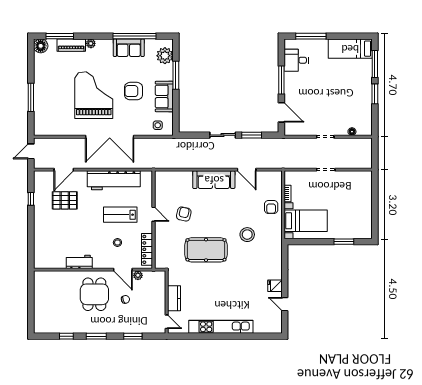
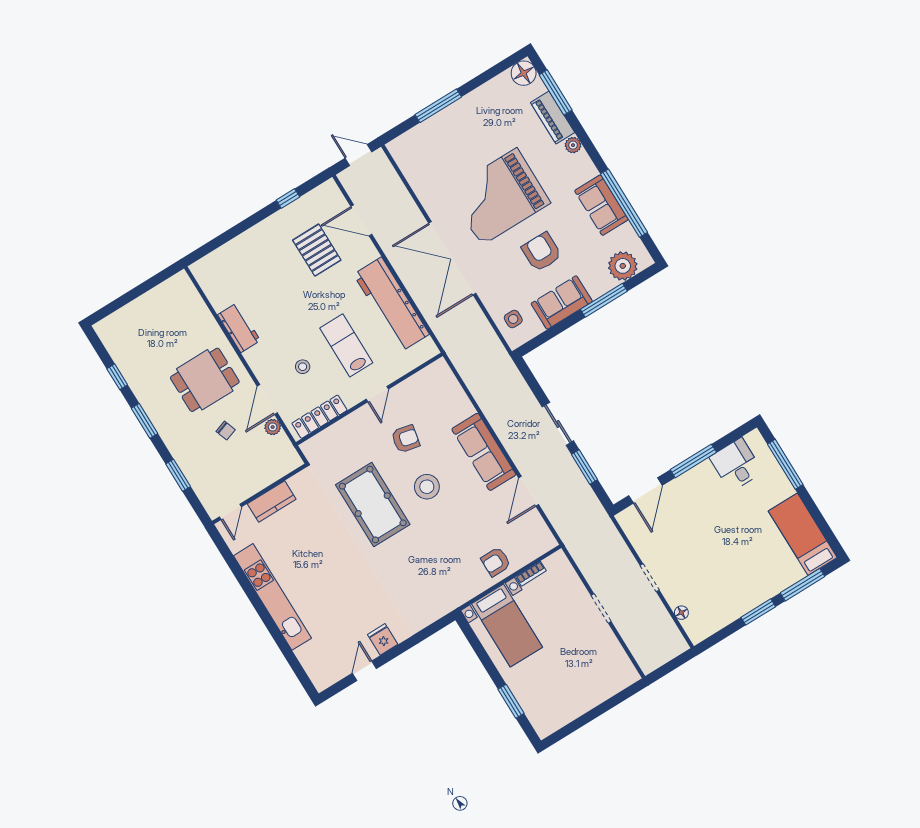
grand piano: (94, 95) -> (499, 197), turned 180
stool: (247, 235) -> (427, 487), moved

